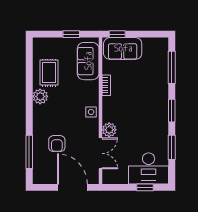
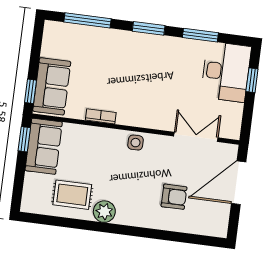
window: (71, 34) -> (24, 139), moved
sofa: (88, 61) -> (44, 146), moved, turned -90
plant: (109, 130) -> (164, 120), removed
window: (29, 152) -> (181, 237), removed

